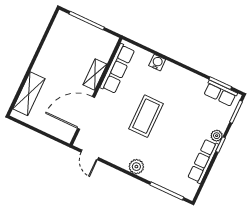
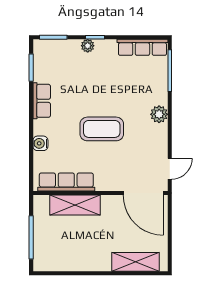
shelving: (95, 75) -> (75, 205), width x1.50, depth x1.33
row of seats: (220, 93) -> (42, 101), moved
door: (86, 113) -> (143, 193), moved
row of seats: (203, 161) -> (142, 47), moved

